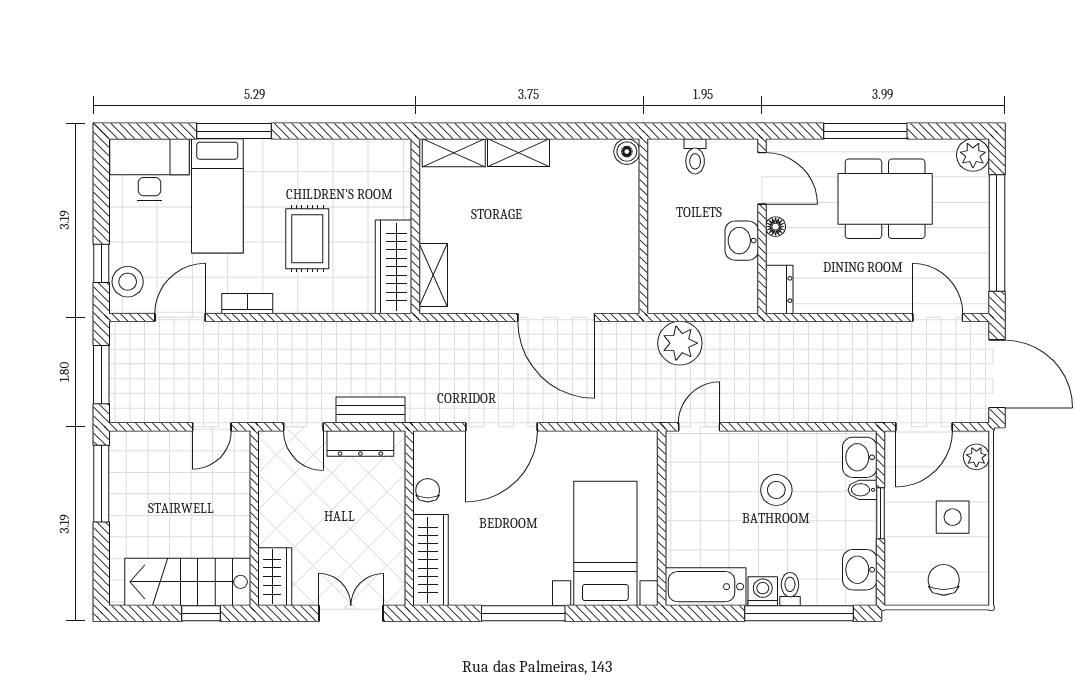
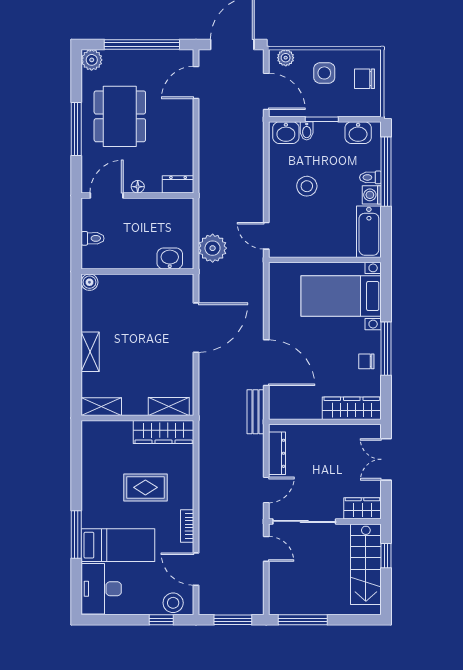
shelving: (454, 153) -> (101, 407), moved, turned 90
washbasin: (742, 241) -> (170, 259), moved, turned 180
bench: (370, 410) -> (256, 412), moved
sliding door: (254, 486) -> (304, 521), added
chair: (428, 490) -> (366, 361), moved

